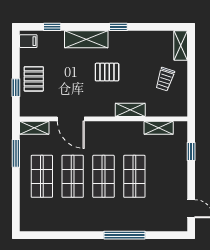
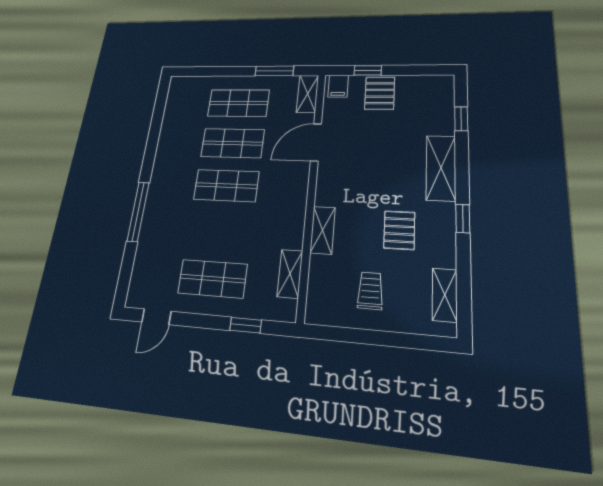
filing cabinet: (28, 41) -> (338, 86), moved
shelving: (181, 45) -> (445, 295), moved, turned 90
pallet: (107, 72) -> (399, 230), moved
pallet: (34, 79) -> (380, 93), turned 90
trolley: (165, 79) -> (370, 291), turned 72
shop shelf: (134, 176) -> (212, 279), moved

